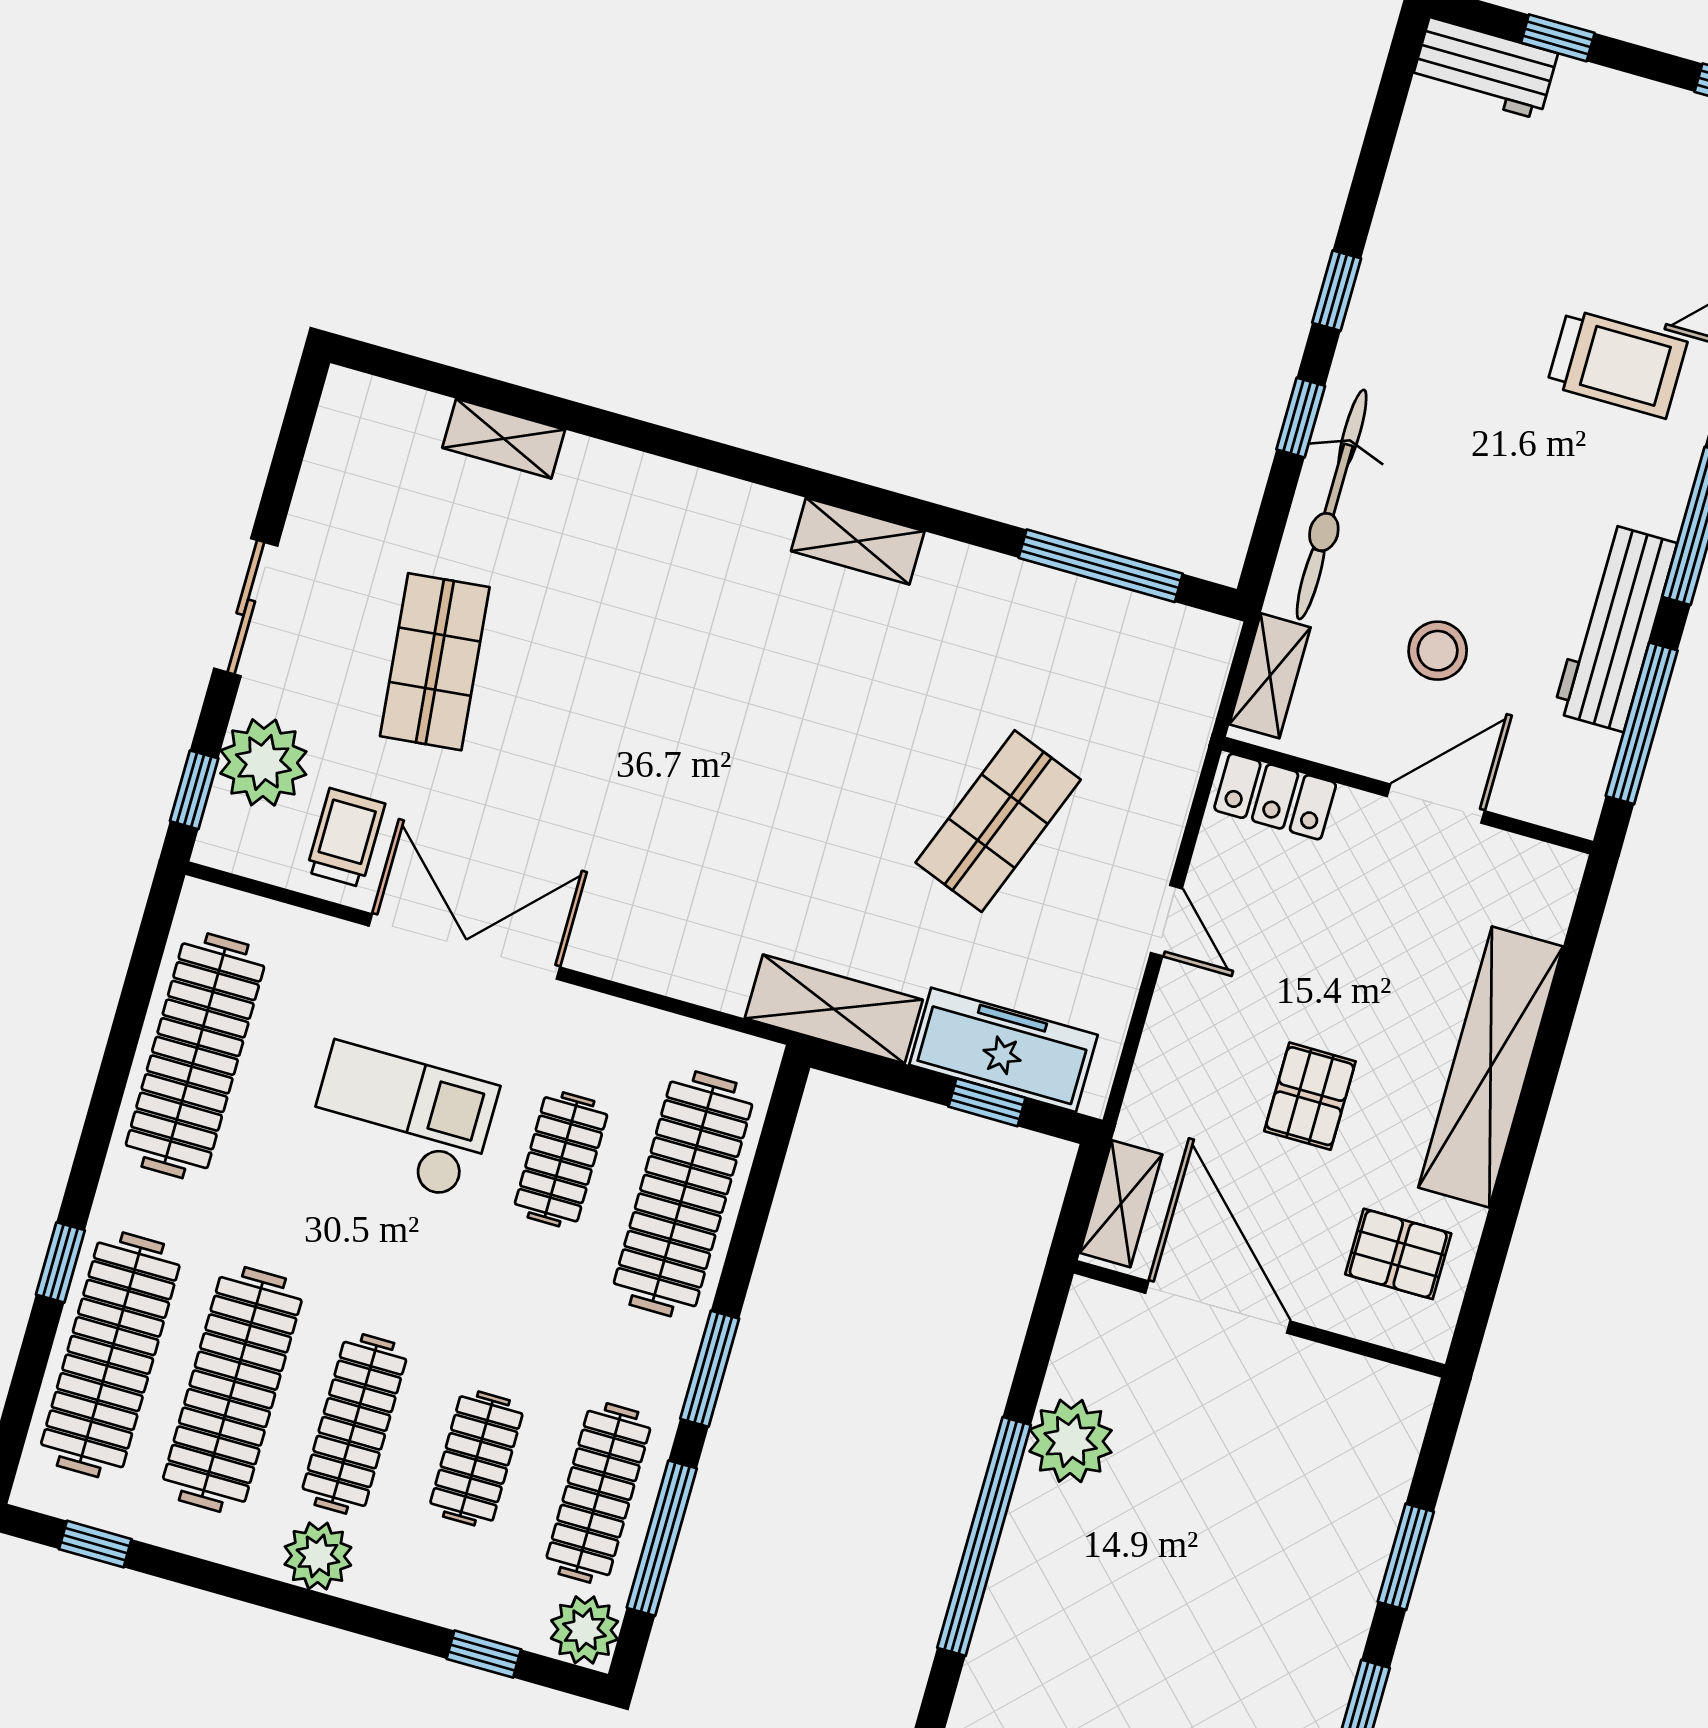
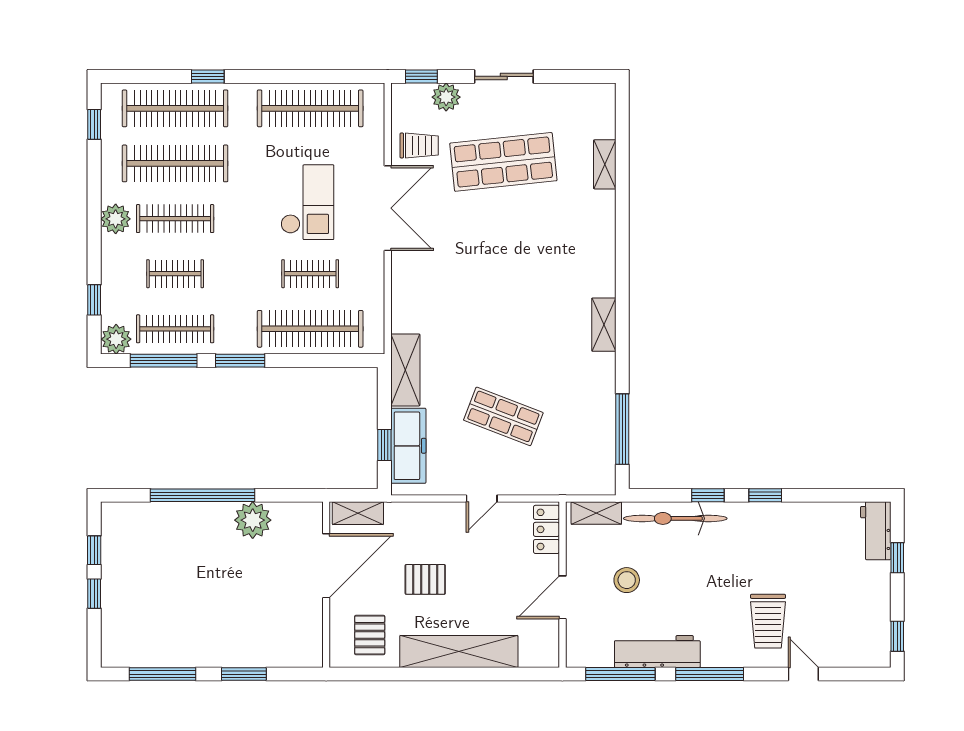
shop shelf: (435, 662) -> (503, 162), width x1.43, depth x1.36
plant: (263, 762) -> (446, 97), width x0.73, depth x0.73
door: (1436, 804) -> (562, 597), swing flipped

